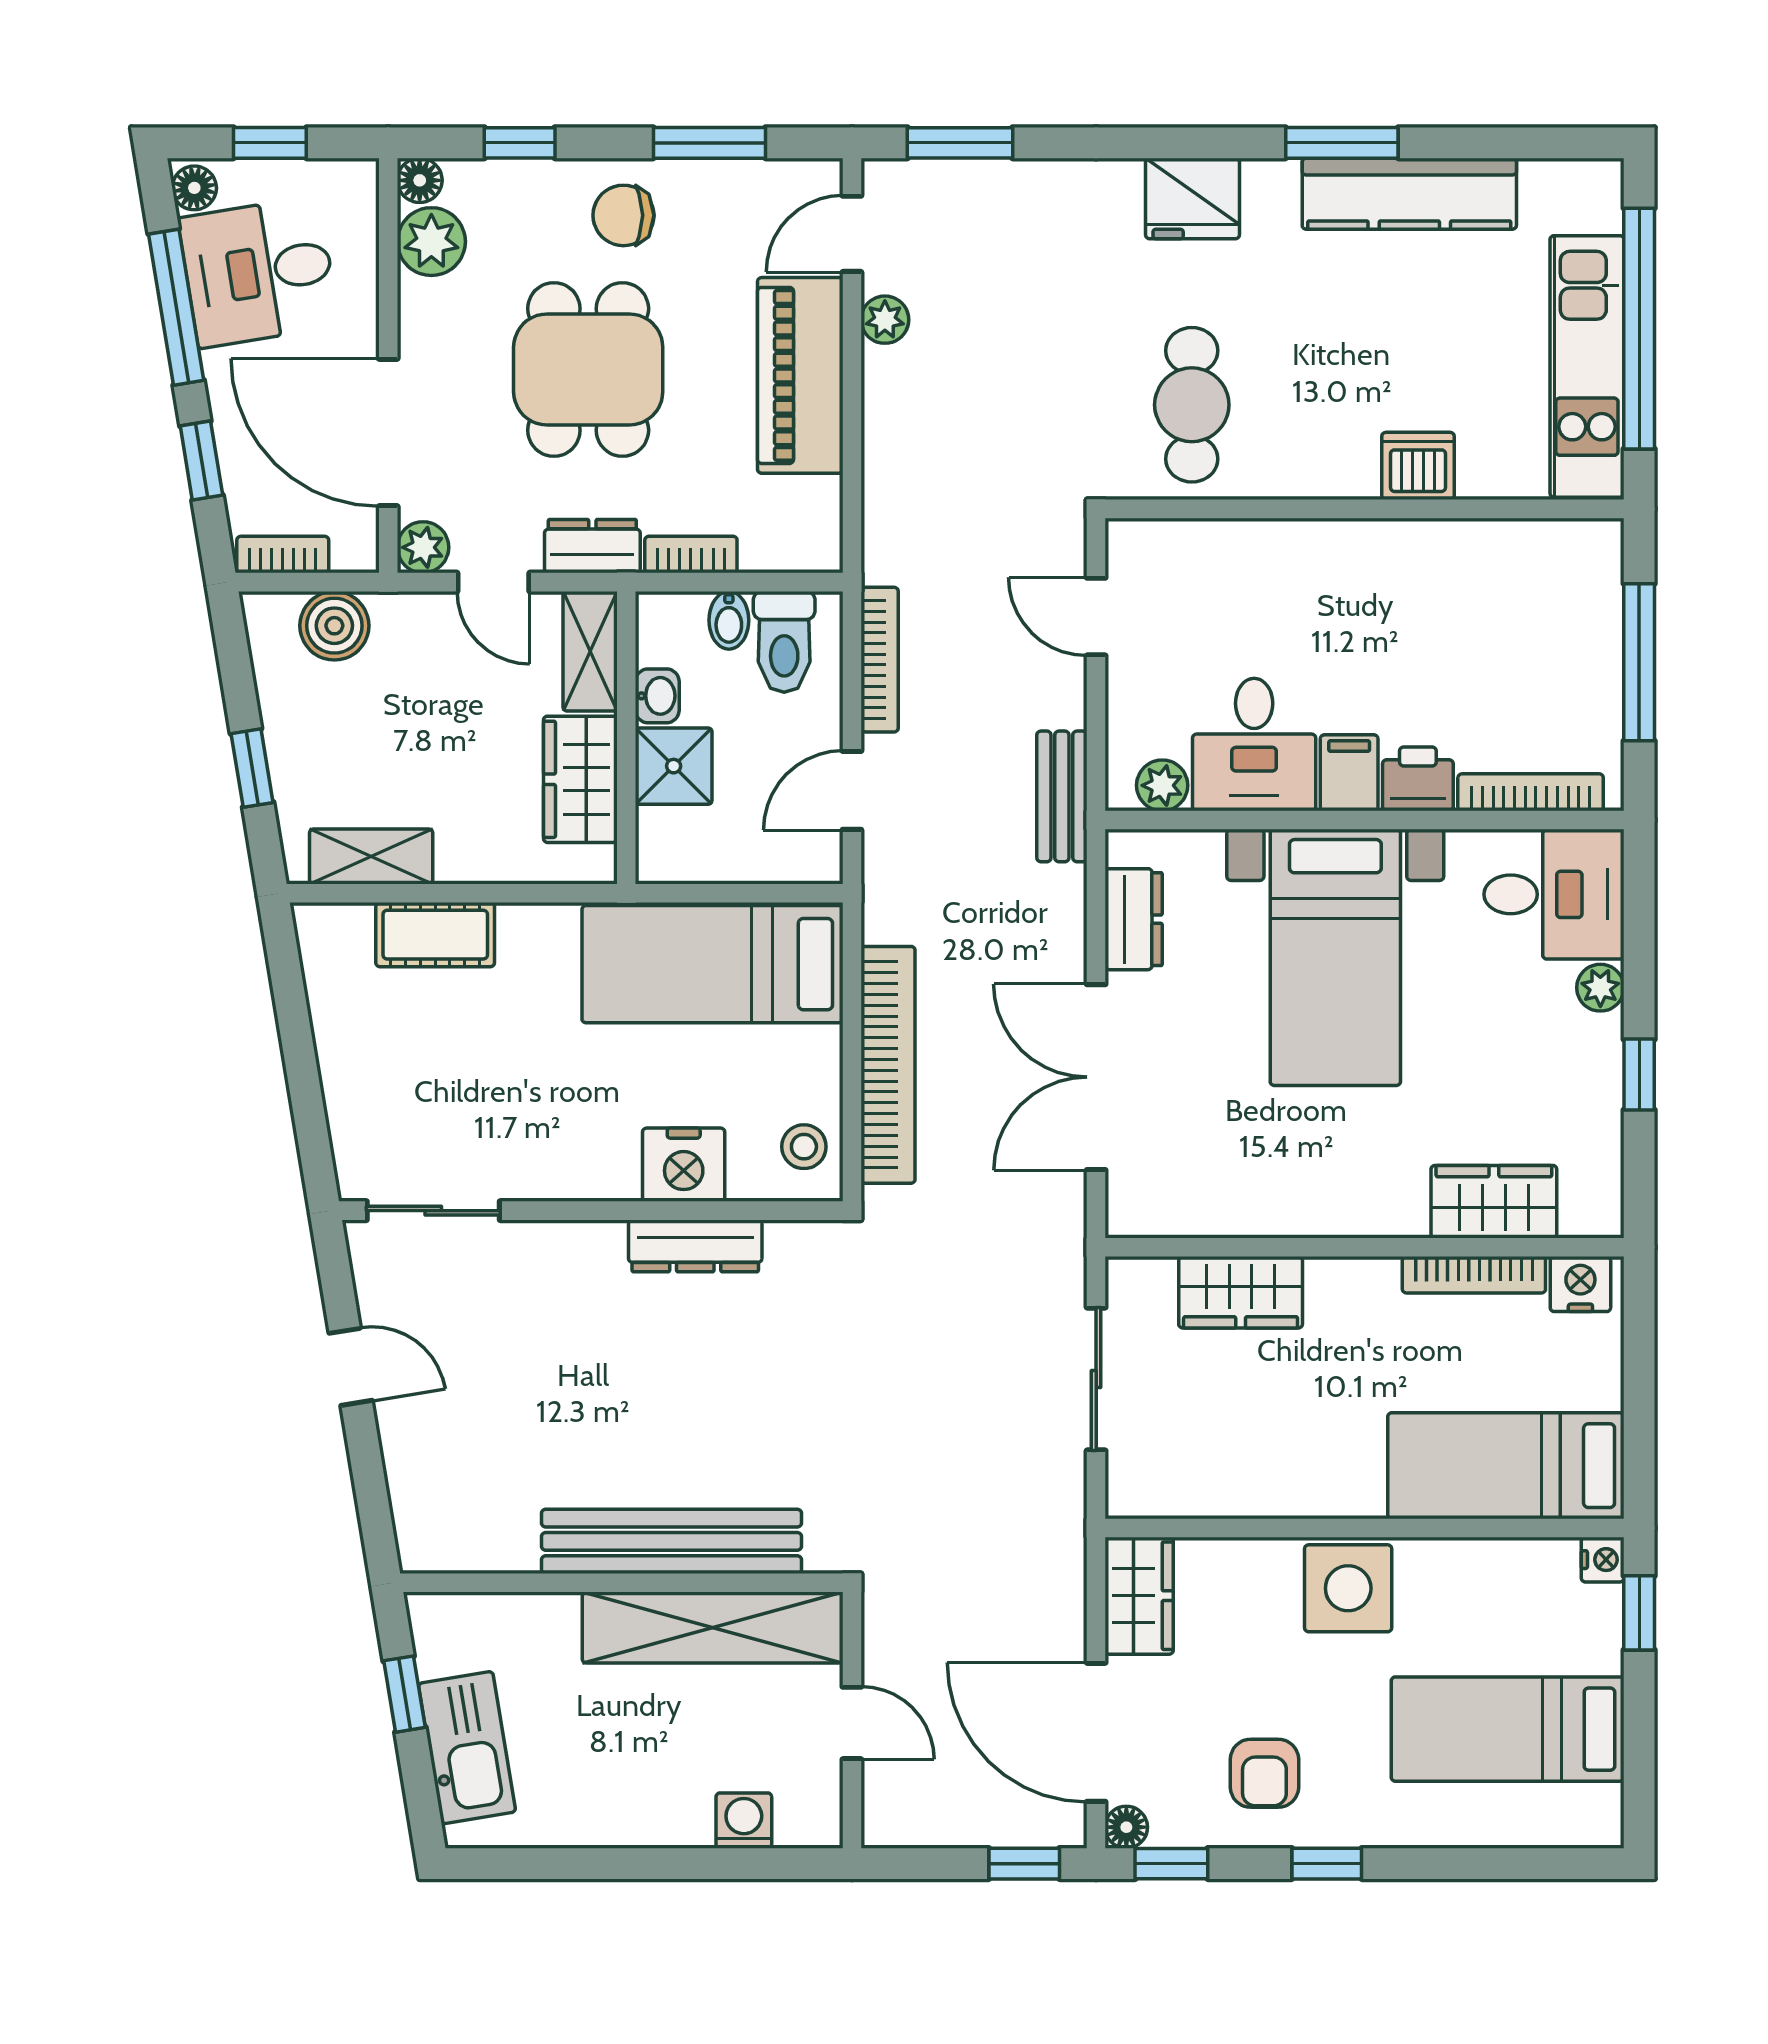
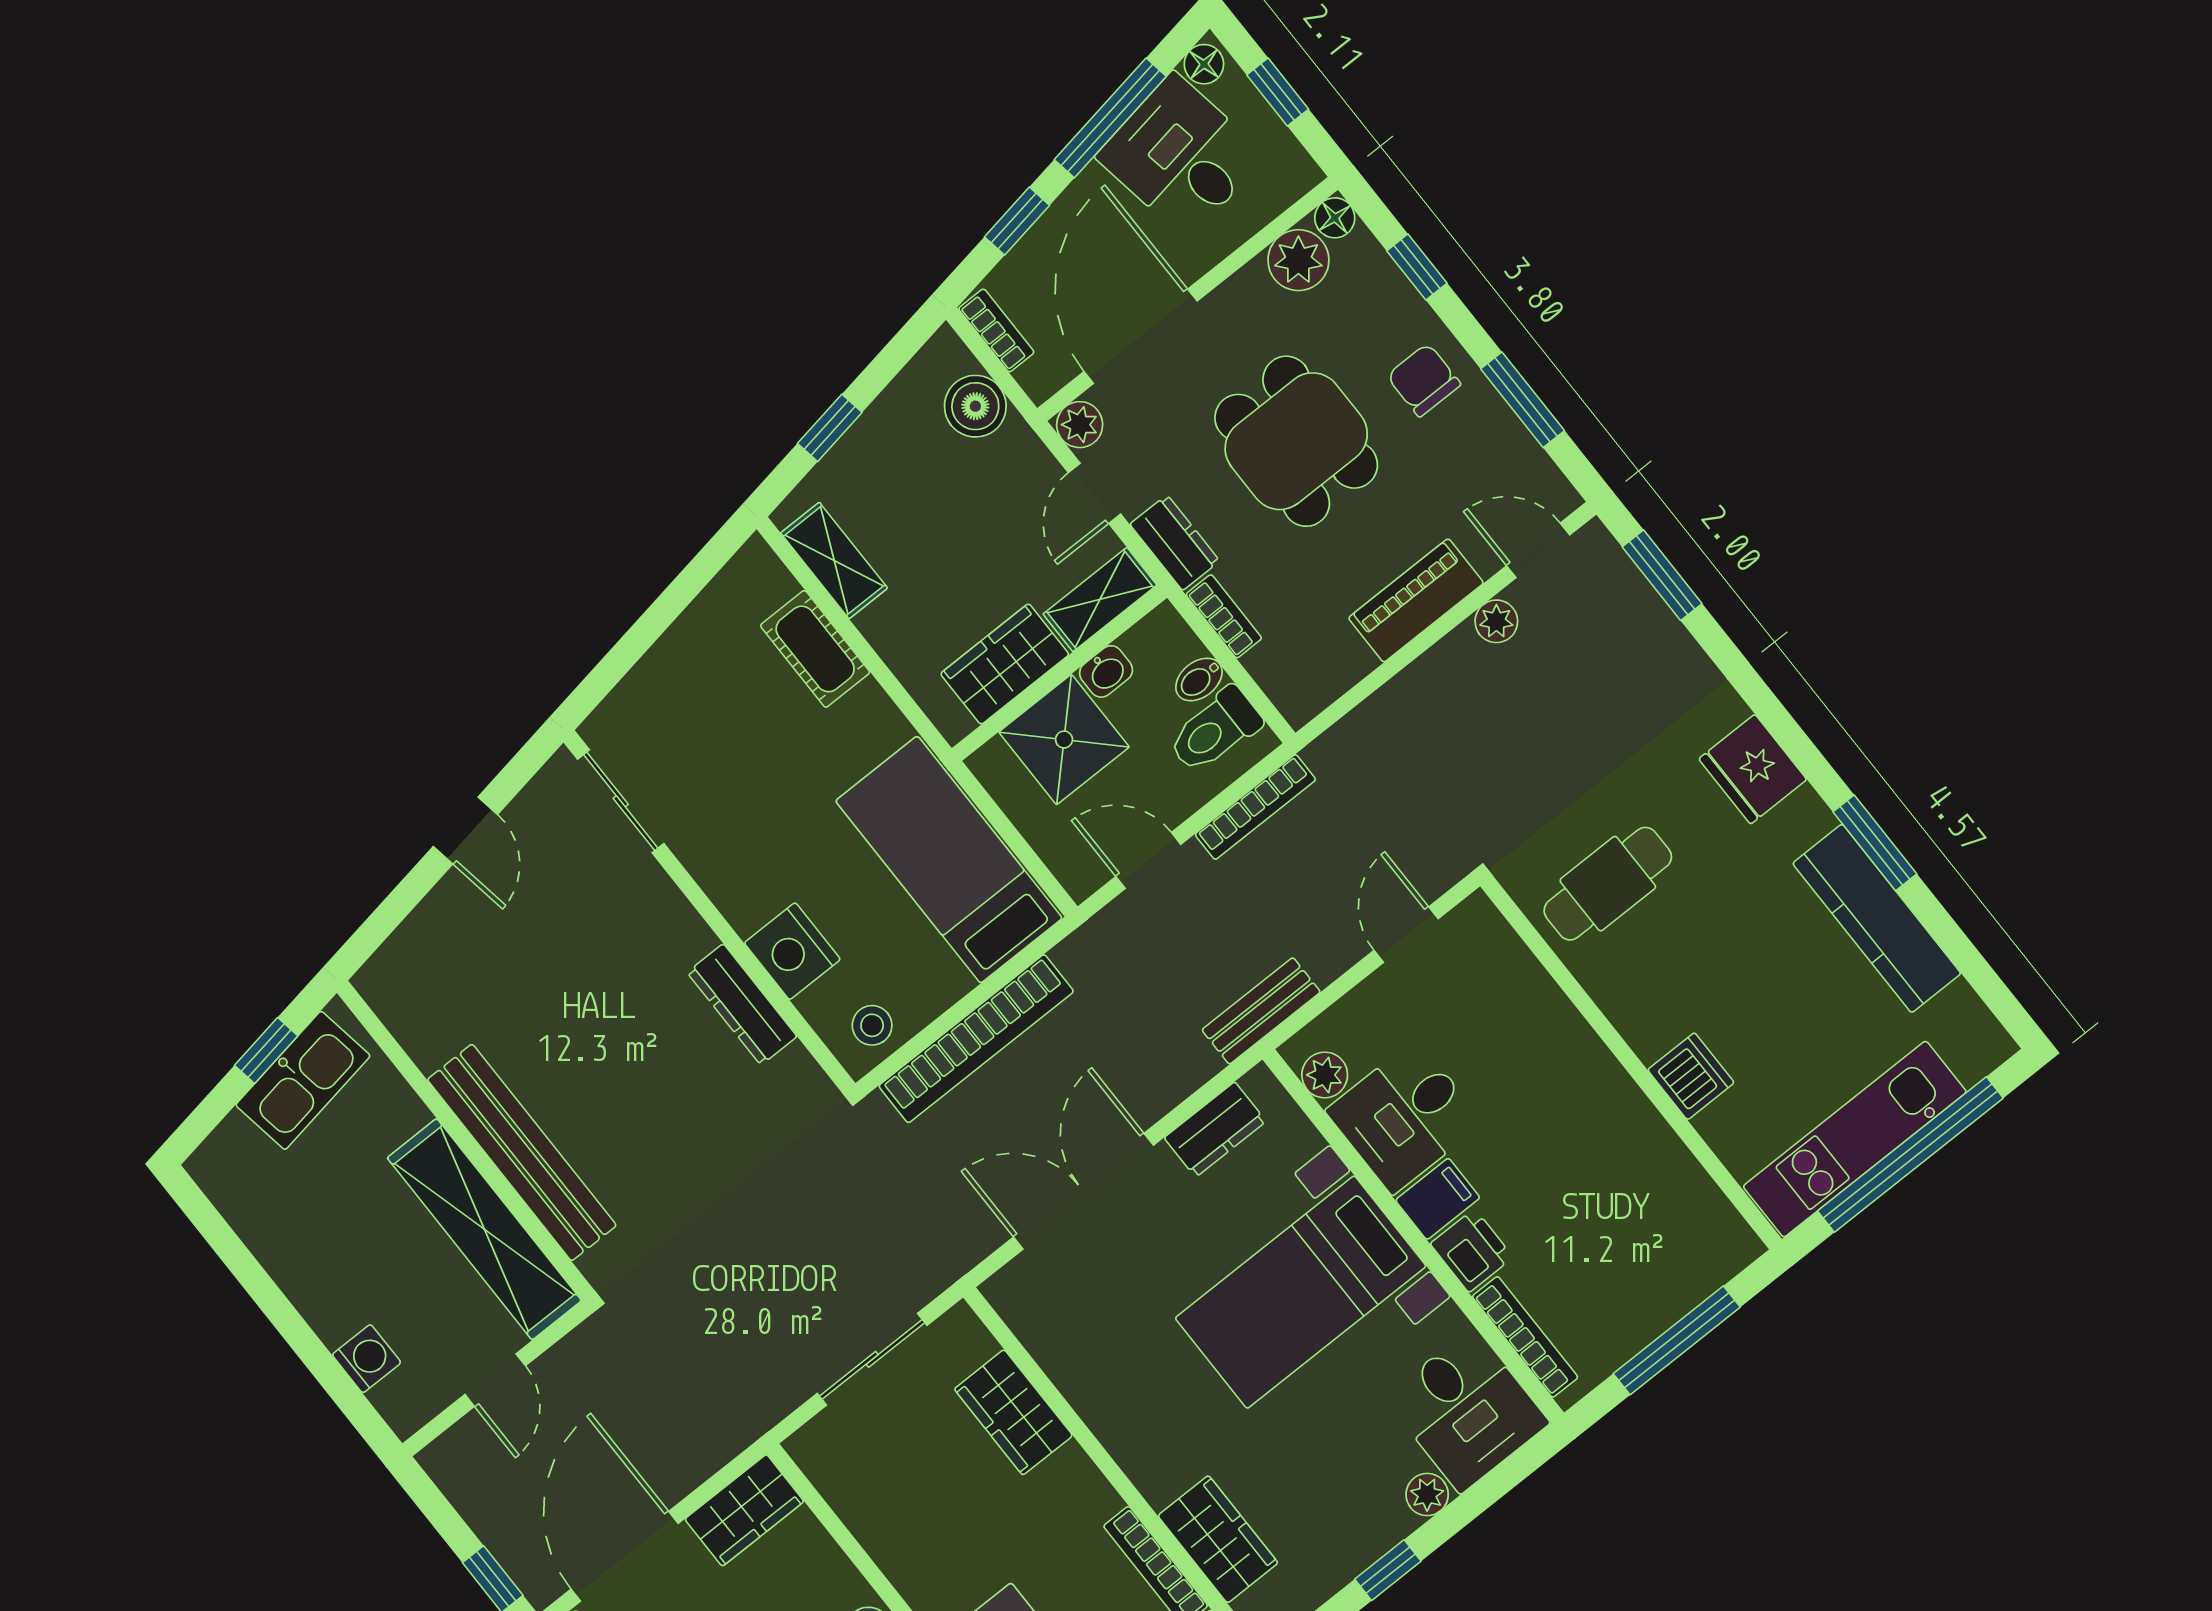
dining table: (588, 369) -> (1296, 441), turned 90
piano: (800, 375) -> (1416, 600), width x0.73, depth x0.75
shower: (674, 766) -> (1064, 740), width x1.36, depth x1.36
kitchen sink: (467, 1748) -> (303, 1080), moved

